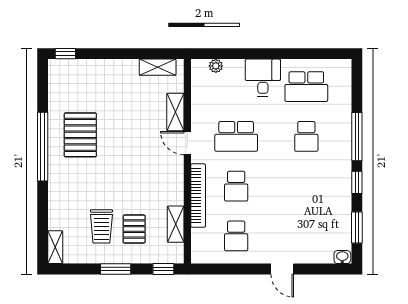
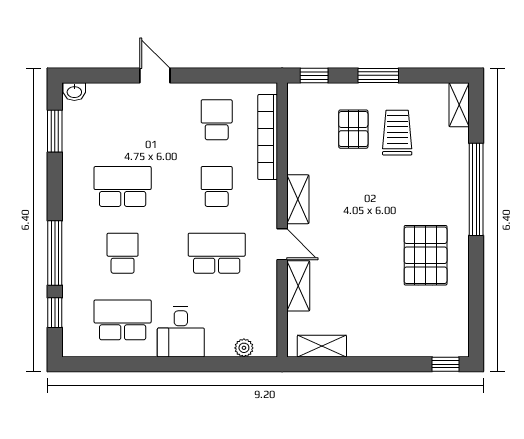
window: (43, 147) -> (476, 189), moved
window: (357, 182) -> (55, 313), moved
school desk: (306, 186) -> (123, 186), added
bookcase: (198, 196) -> (268, 137), moved
shelving: (176, 224) -> (298, 199), moved

